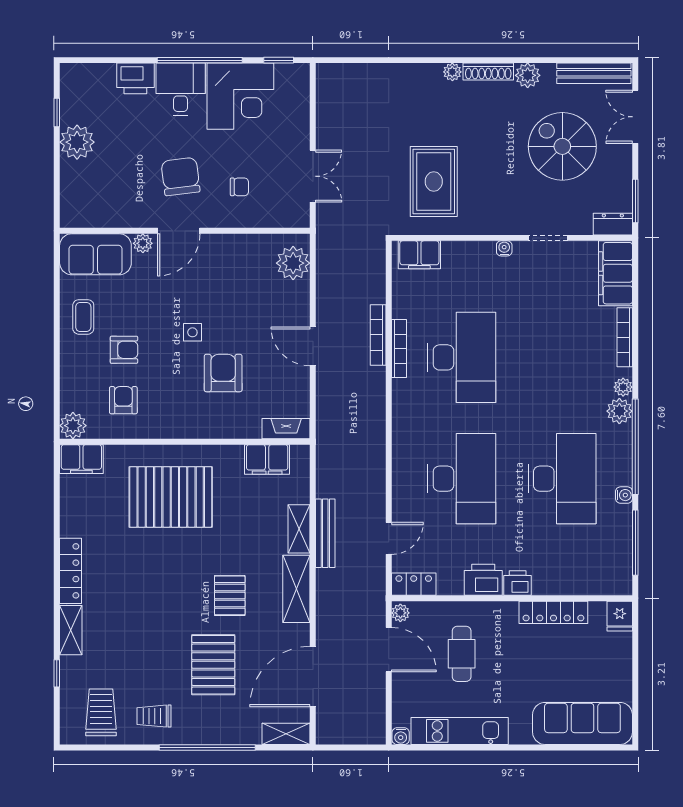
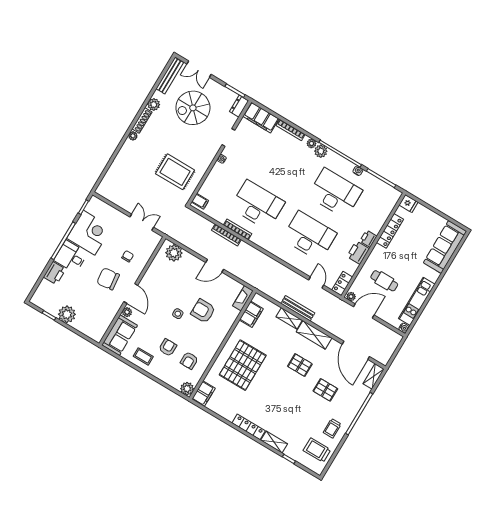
filing cabinet: (419, 255) -> (200, 201), width x0.50
armchair: (123, 400) -> (189, 361), turned -90
pallet: (213, 665) -> (325, 390), width x0.67, depth x0.71

